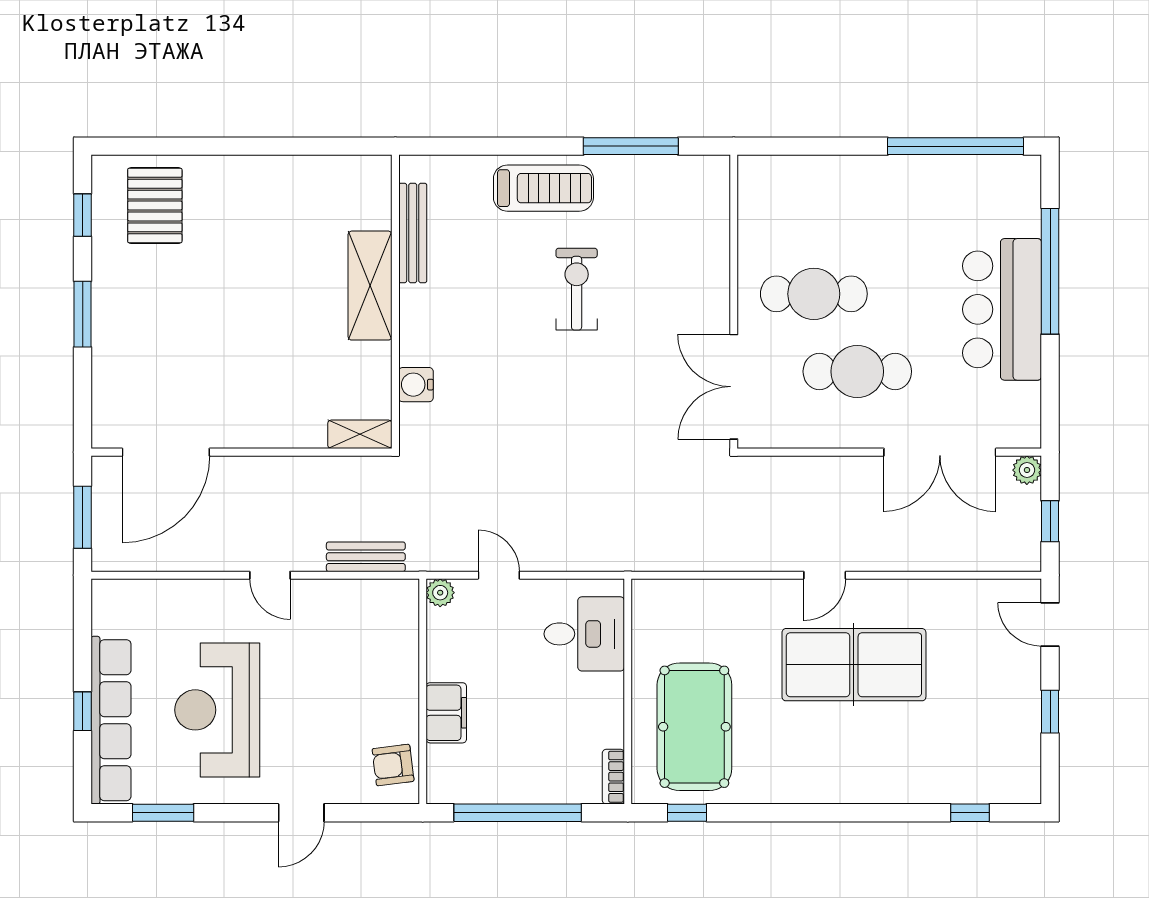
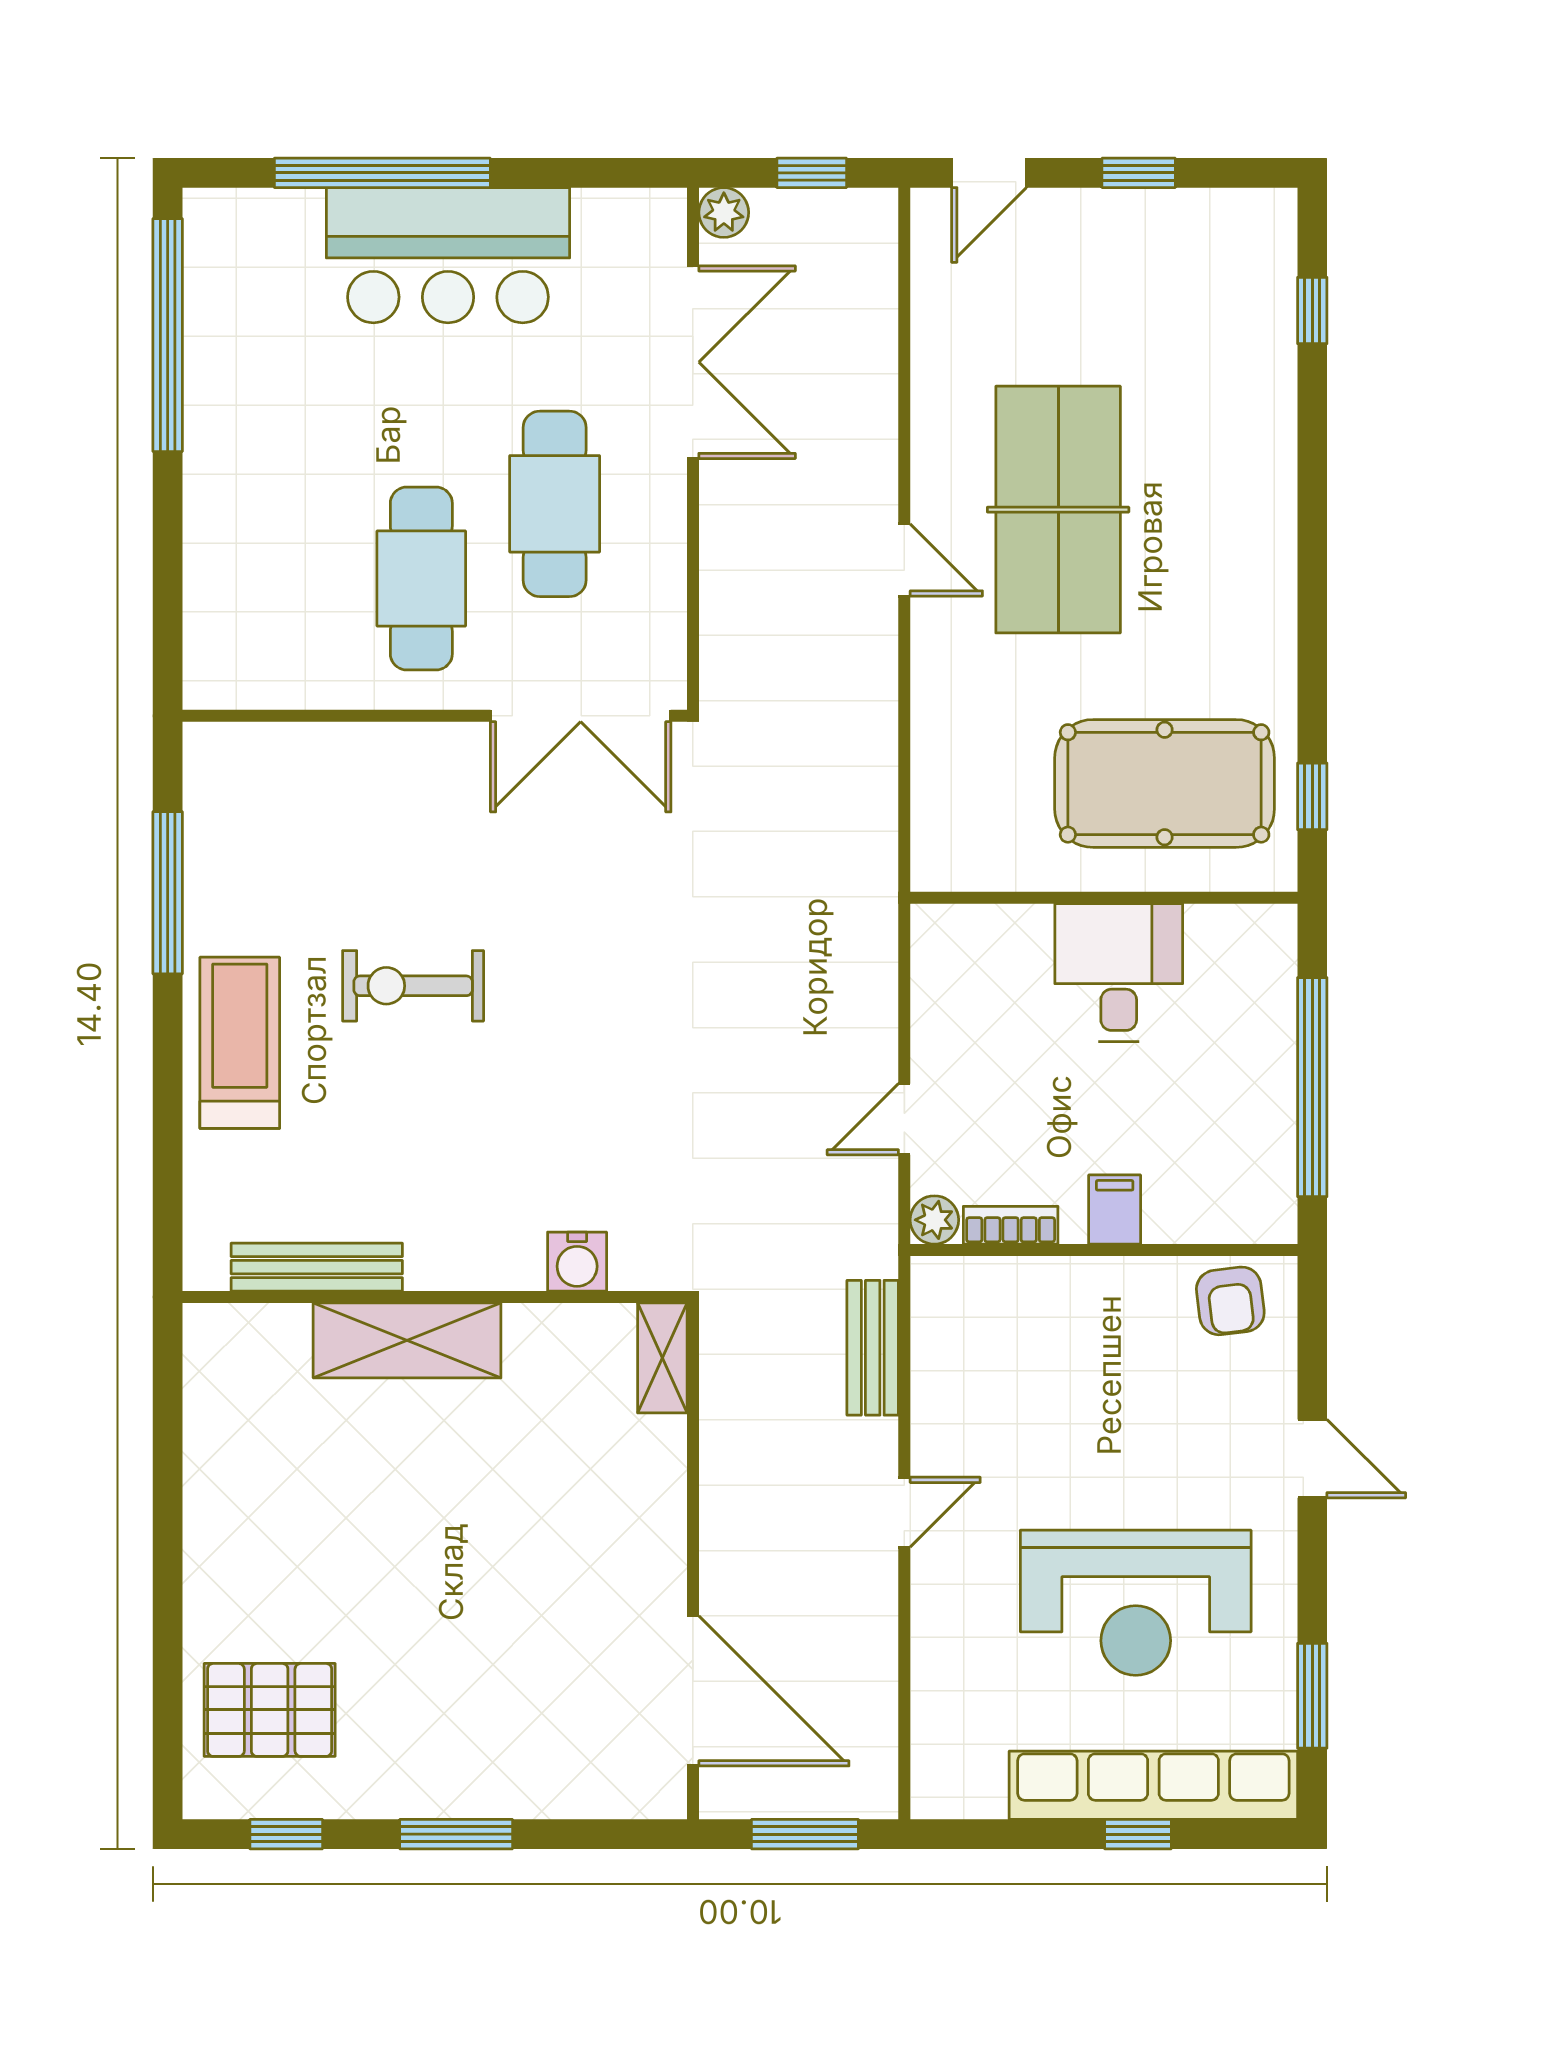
desk: (584, 634) -> (1119, 973), moved
filing cabinet: (446, 713) -> (1115, 1210), width x0.50
bookcase: (613, 777) -> (1011, 1225), moved, turned 180

